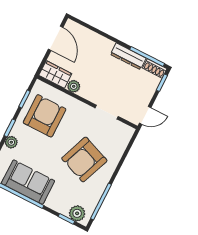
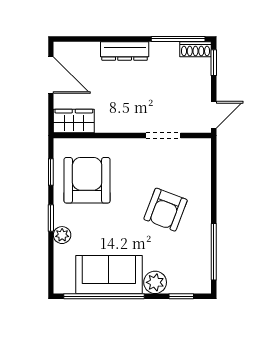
dresser: (128, 56) -> (125, 51), moved
plant: (74, 86) -> (105, 124), removed
armchair: (84, 159) -> (166, 210), width x0.73, depth x0.73
plant: (77, 213) -> (155, 282), moved

